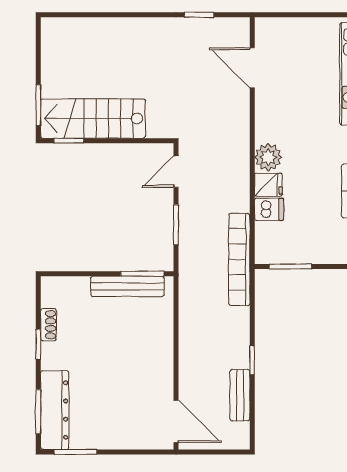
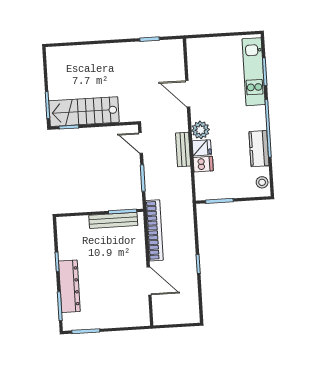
door: (252, 68) -> (188, 94), moved
door: (176, 172) -> (141, 143), hinge flipped
bookcase: (239, 259) -> (154, 230), moved, turned 180
shoe rack: (48, 325) -> (63, 249), removed
bench: (240, 395) -> (183, 150), moved
dresser: (55, 410) -> (69, 286), moved
door: (176, 421) -> (149, 281), moved

